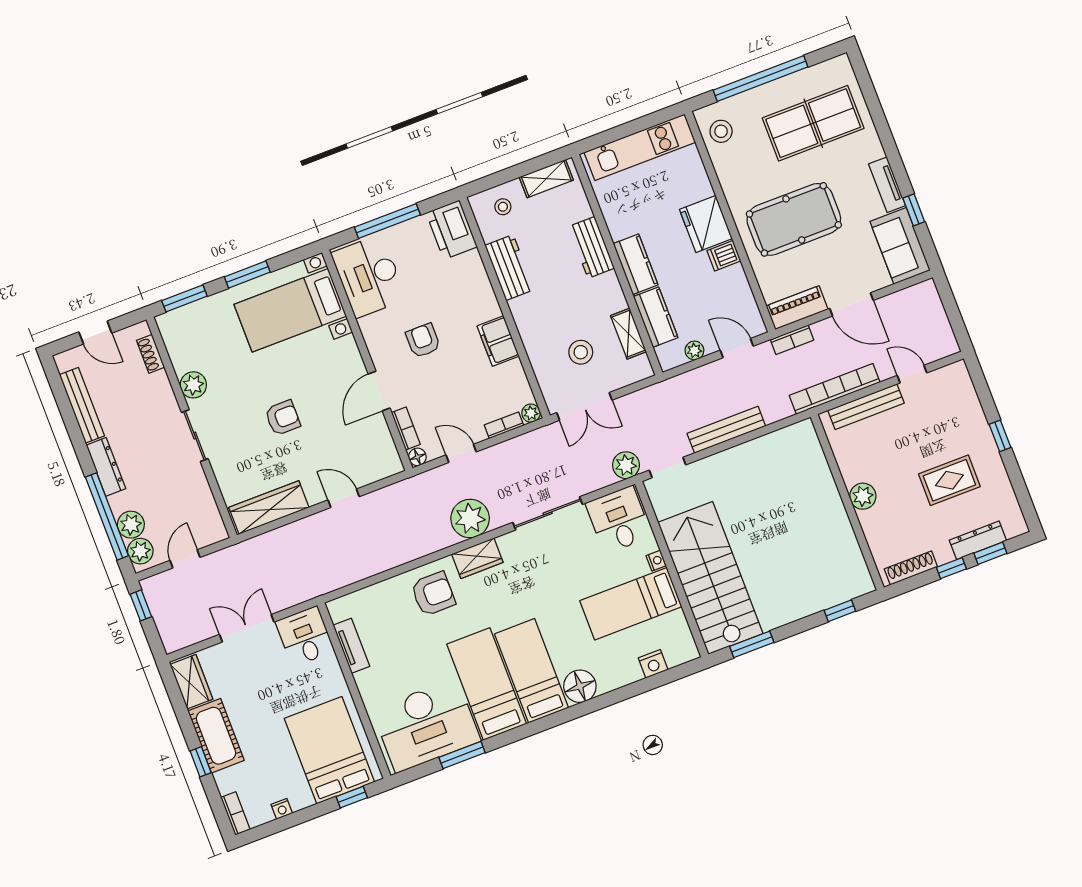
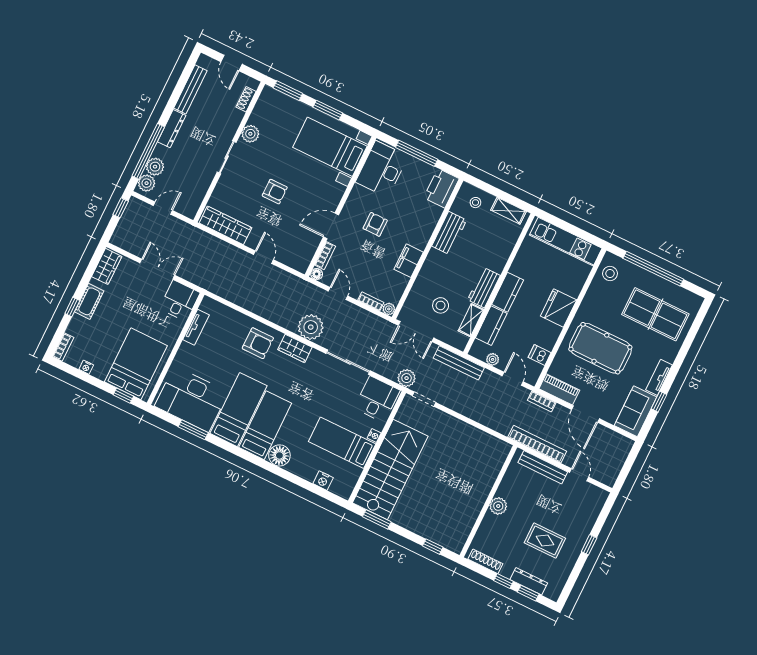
workbench: (591, 247) -> (484, 288), moved
dishwasher: (724, 256) -> (540, 355), moved
bench: (726, 430) -> (459, 363), moved
cot: (216, 736) -> (89, 301), width x0.73, depth x0.75

